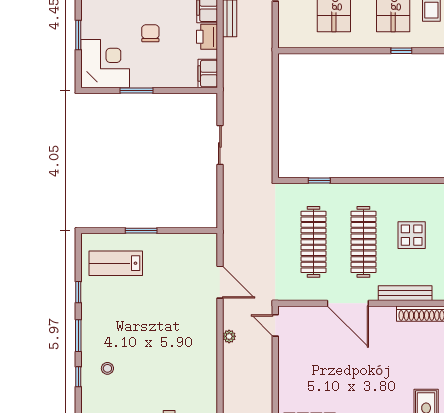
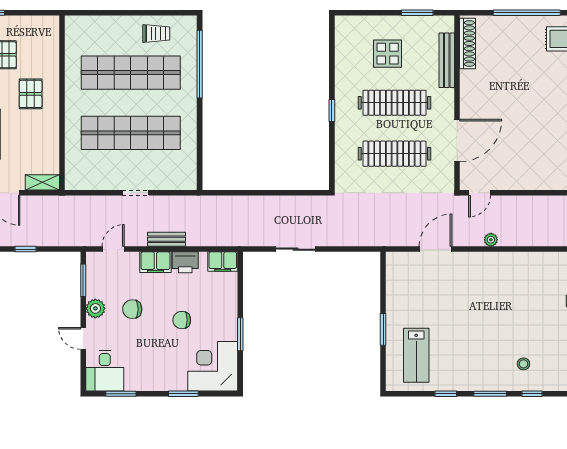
window: (401, 51) -> (200, 64), width x3.17
window: (319, 181) -> (332, 110), moved
door: (348, 303) -> (457, 140), moved

